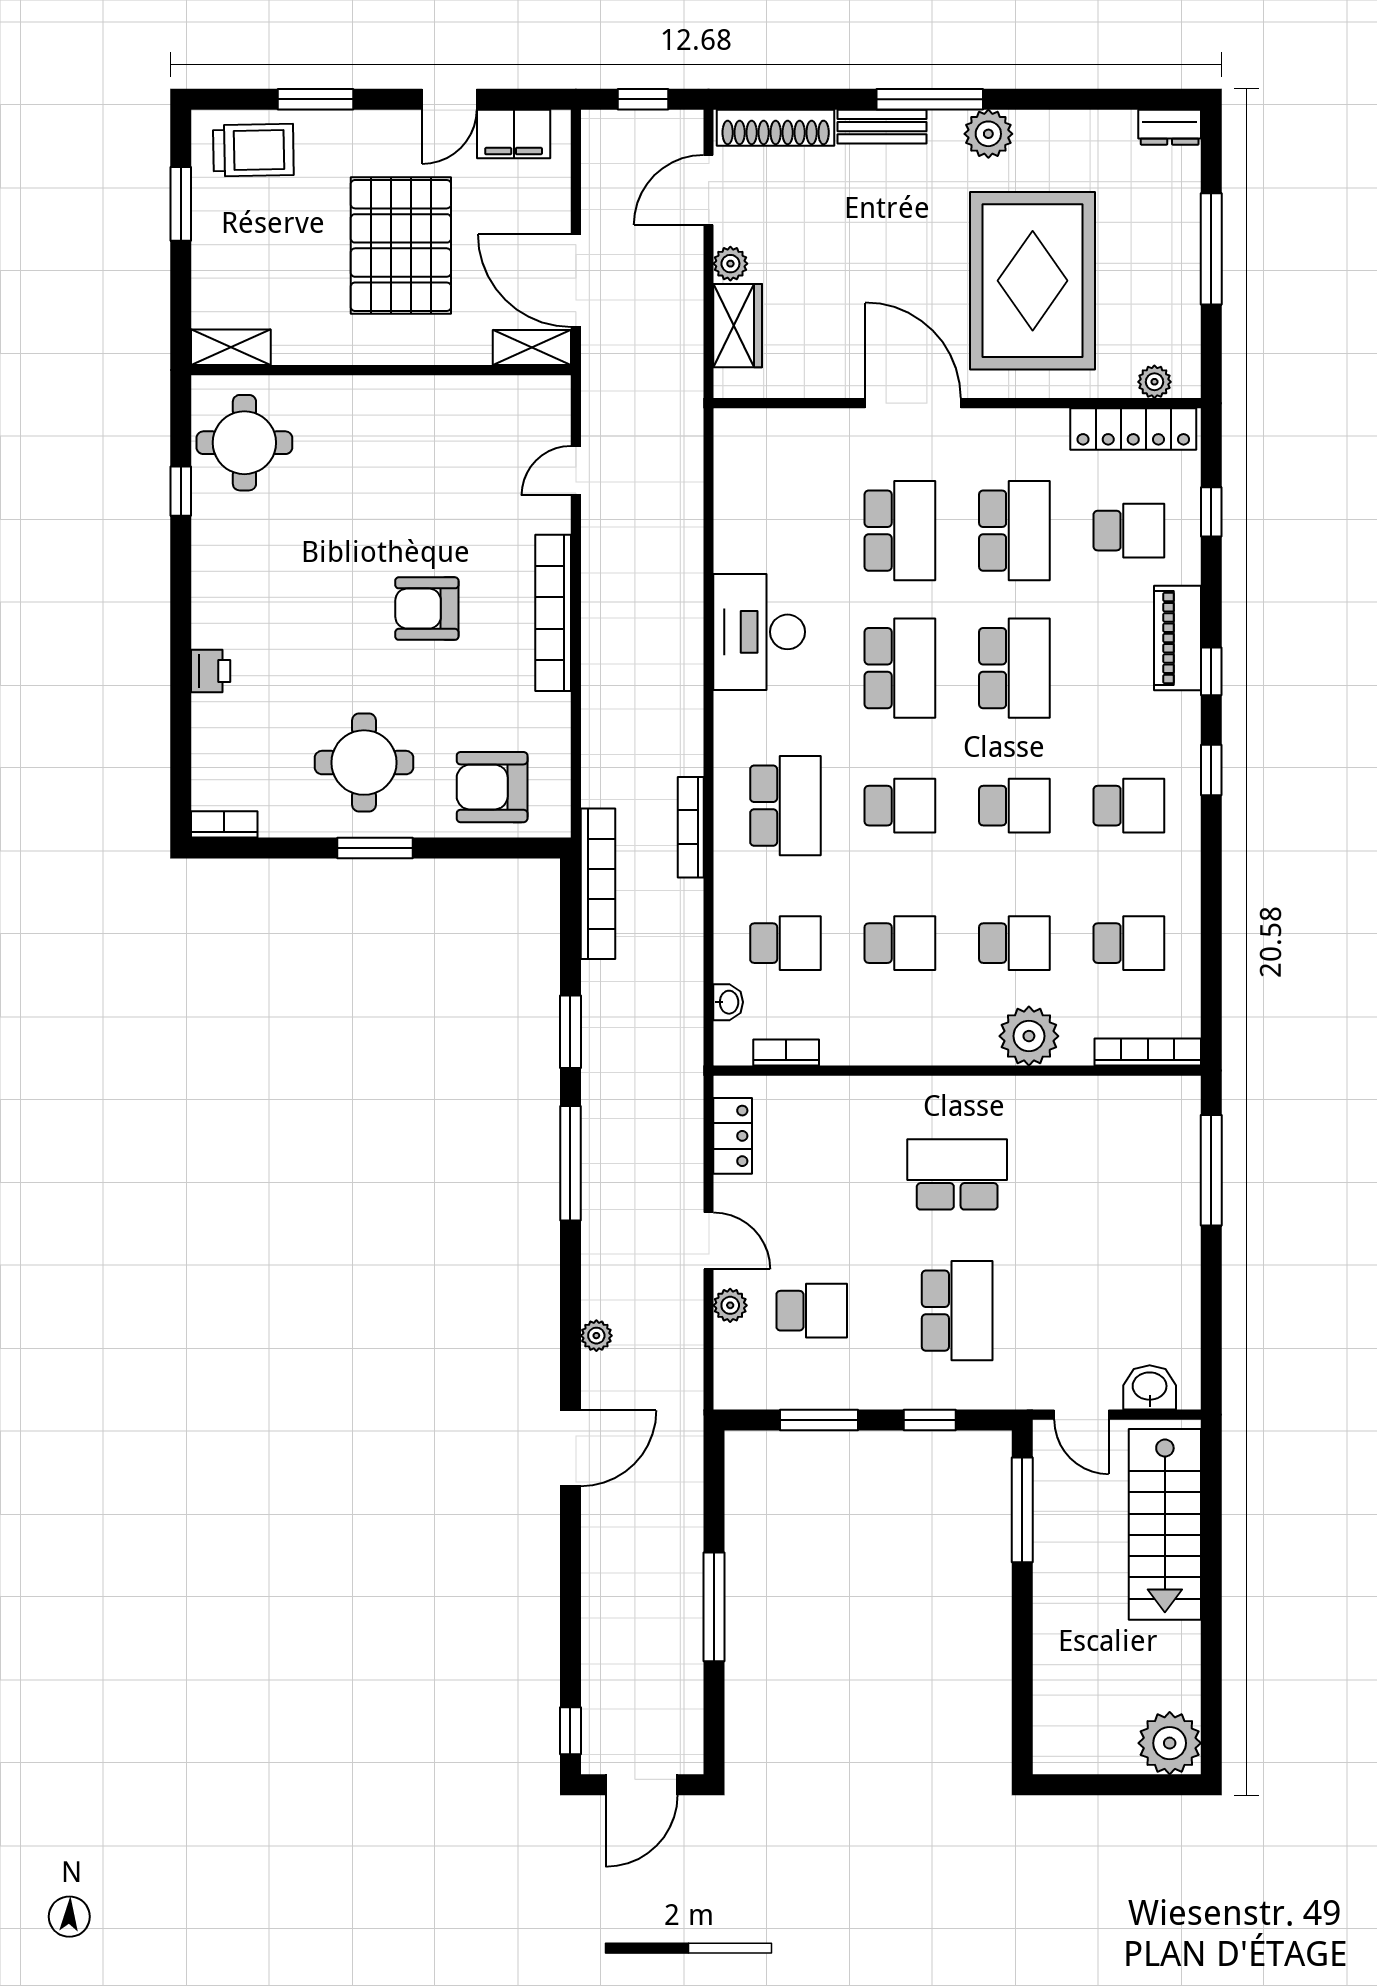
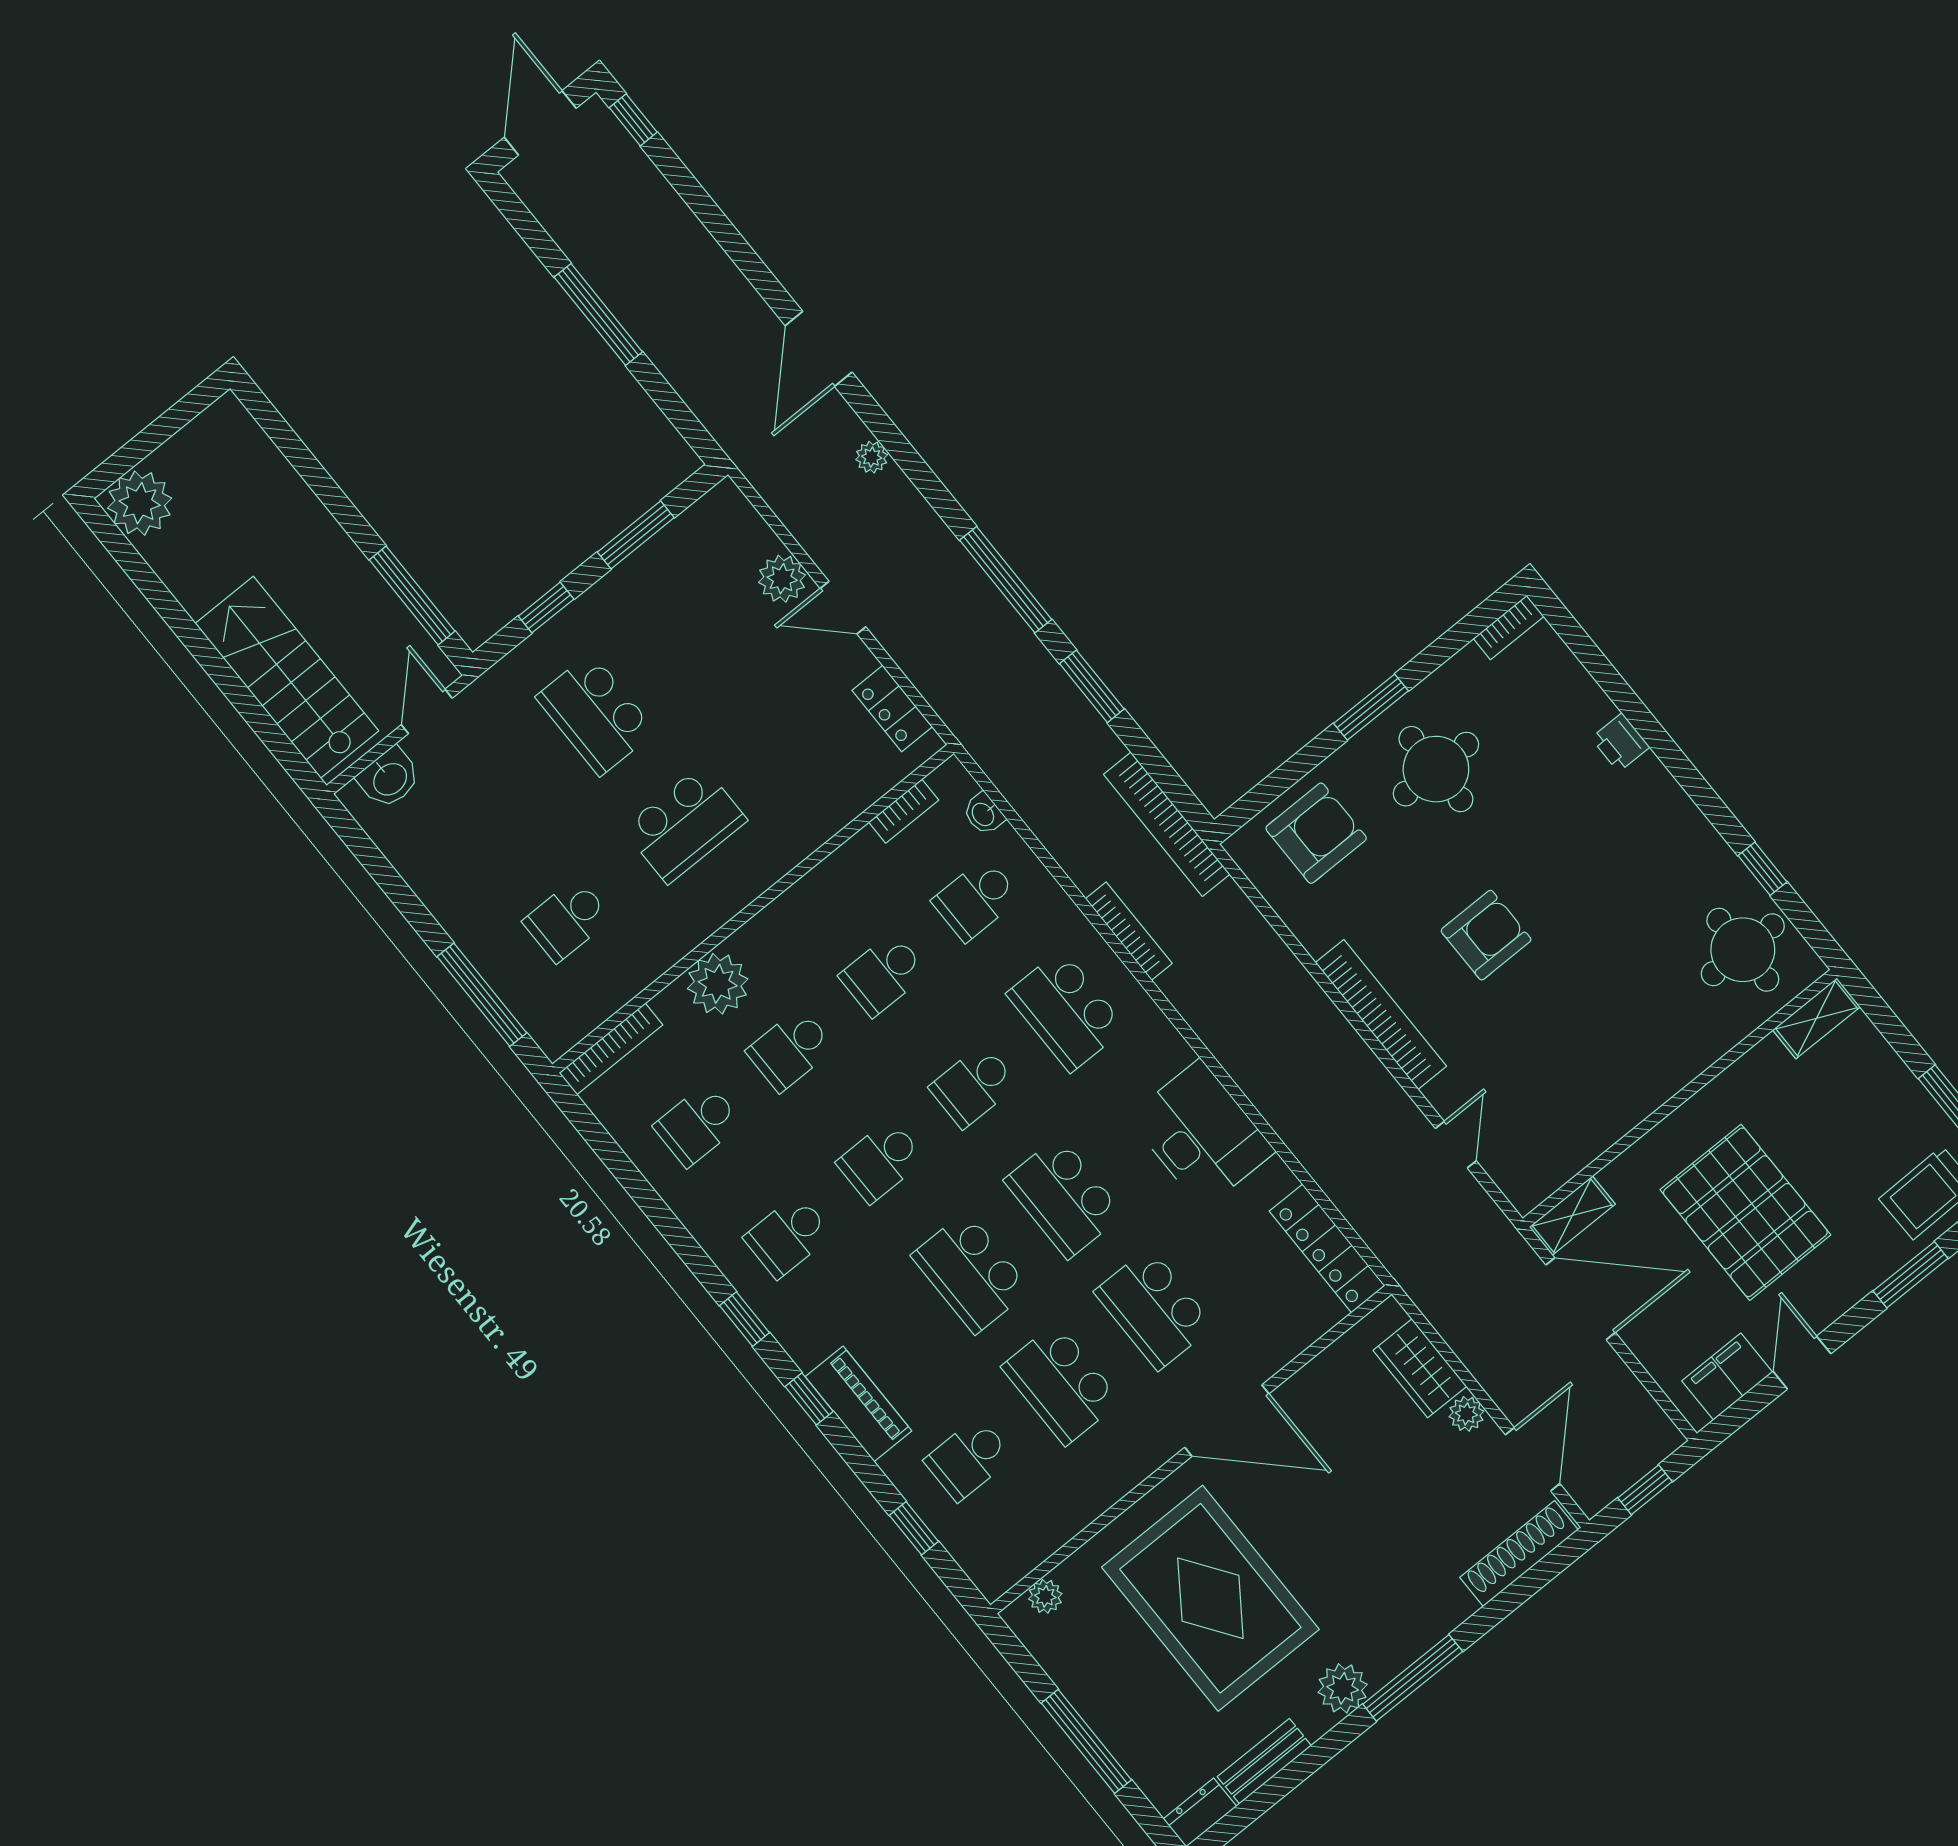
bench: (882, 127) -> (1264, 1761), moved
locker: (1133, 429) -> (1327, 1248), moved, turned -90
plant: (730, 1305) -> (782, 579), width x1.38, depth x1.38
school desk: (812, 1311) -> (567, 920), moved
door: (1081, 1415) -> (427, 711), hinge flipped

